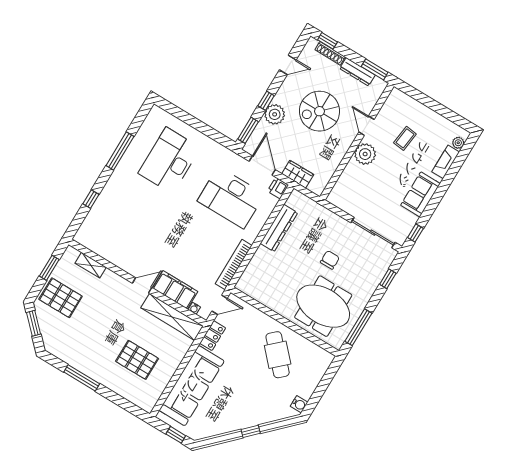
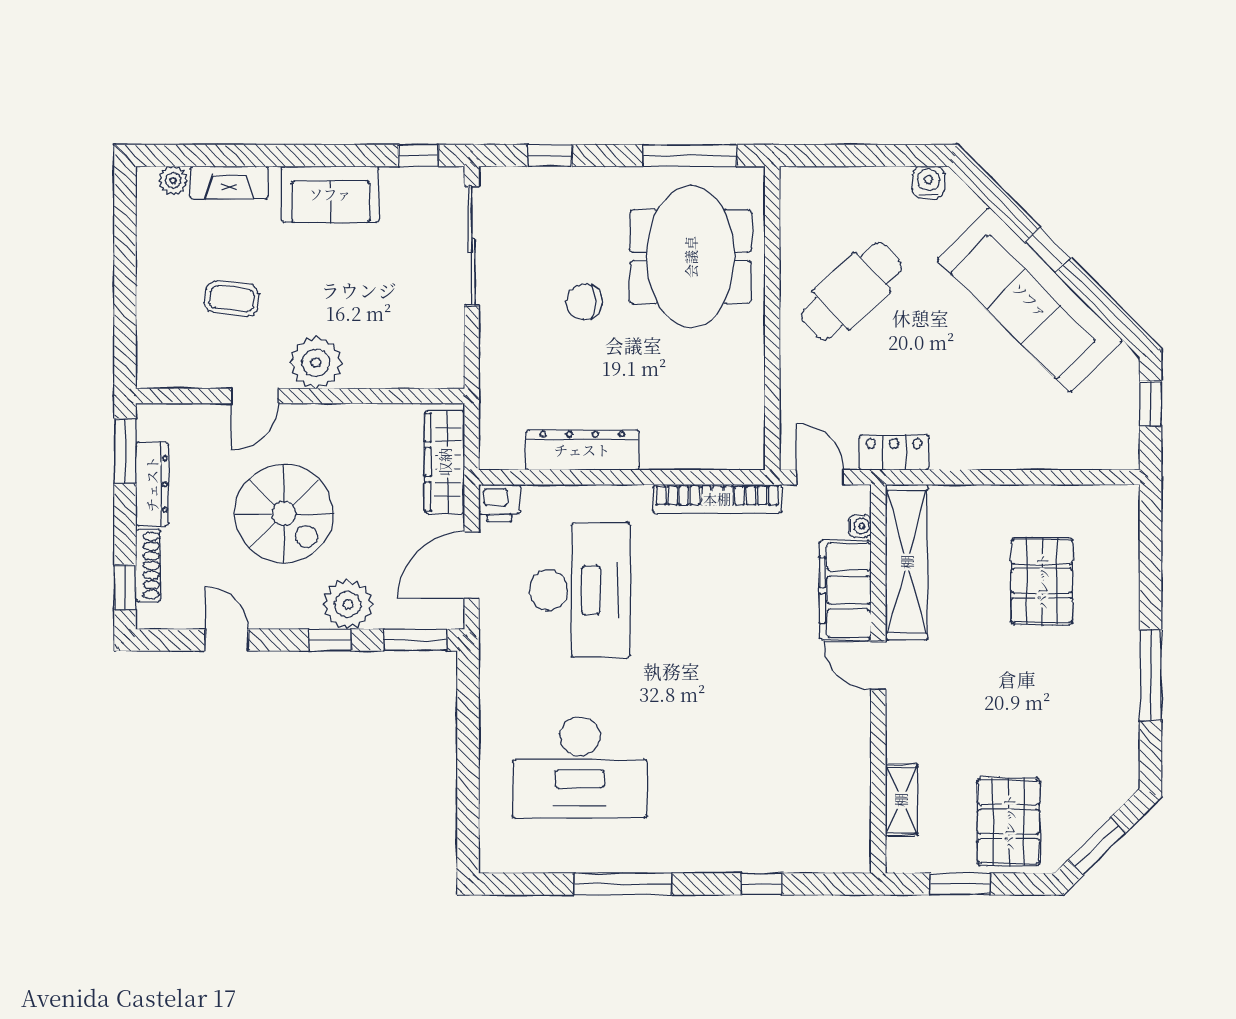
wardrobe: (298, 174) -> (445, 462), width x1.50
sofa: (192, 386) -> (1030, 300), moved, turned -135

